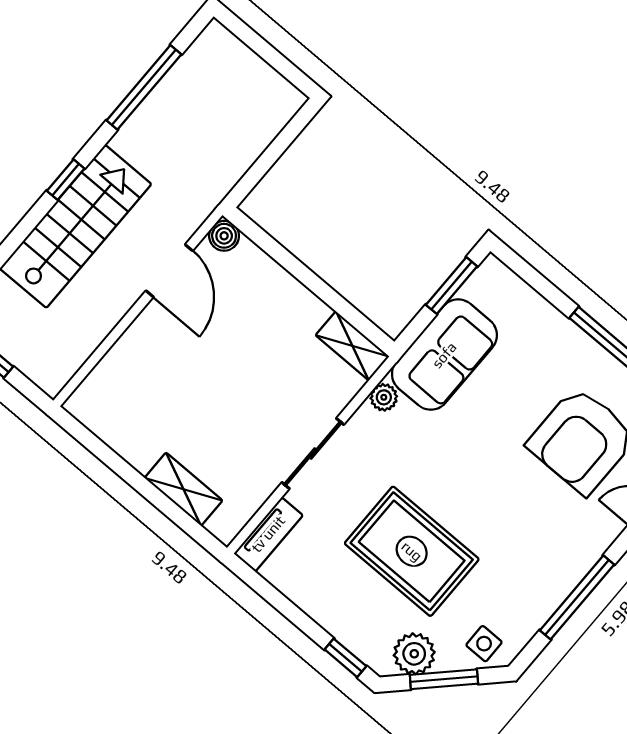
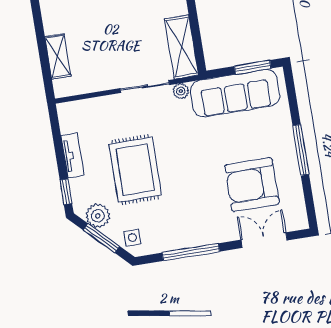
shelving: (352, 346) -> (182, 47), width x1.50, depth x1.33
sofa: (444, 355) -> (235, 93), width x1.36
sliding door: (313, 453) -> (145, 87), moved
tv unit: (268, 534) -> (72, 155), moved, turned -90

